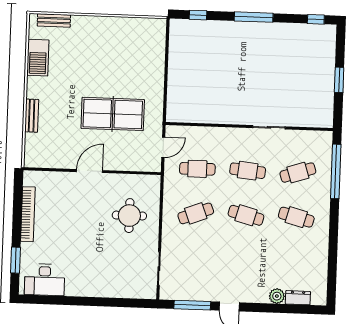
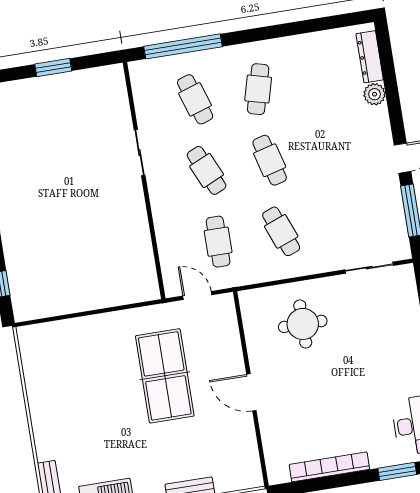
cafe table: (248, 171) -> (207, 170), turned -30
cafe table: (246, 215) -> (270, 160), turned -30
dresser: (298, 298) -> (370, 57), width x1.44

